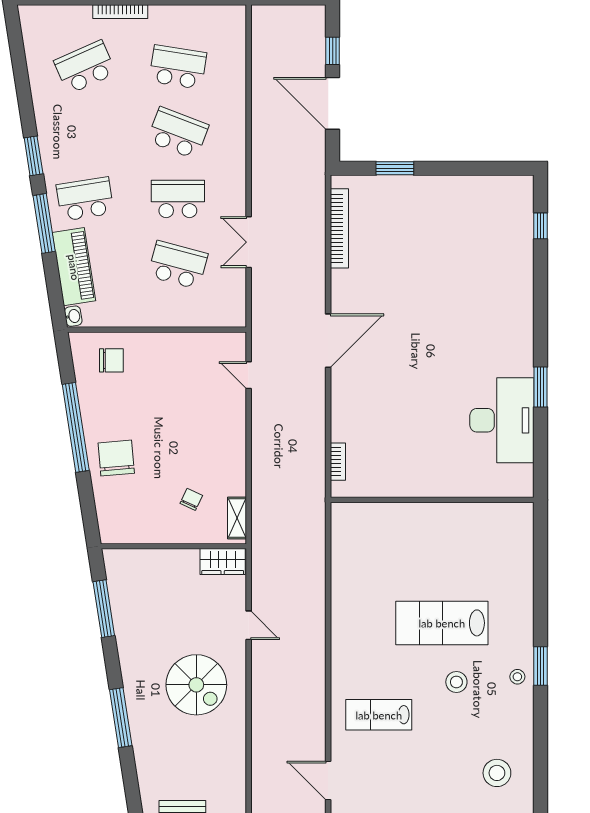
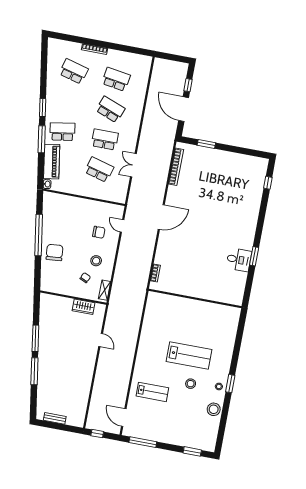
school desk: (85, 67) -> (74, 71), turned 39
chair: (111, 360) -> (99, 232), moved
desk: (502, 420) -> (239, 260), width x0.53, depth x0.77
stool: (208, 459) -> (96, 261), added
wardrobe: (223, 562) -> (83, 307), moved
window: (104, 609) -> (35, 338), moved
lab bench: (442, 623) -> (189, 355), turned 180
spiral stairs: (196, 685) -> (72, 363), removed
lab bench: (379, 715) -> (152, 392), turned 180
stool: (497, 773) -> (214, 409), moved

